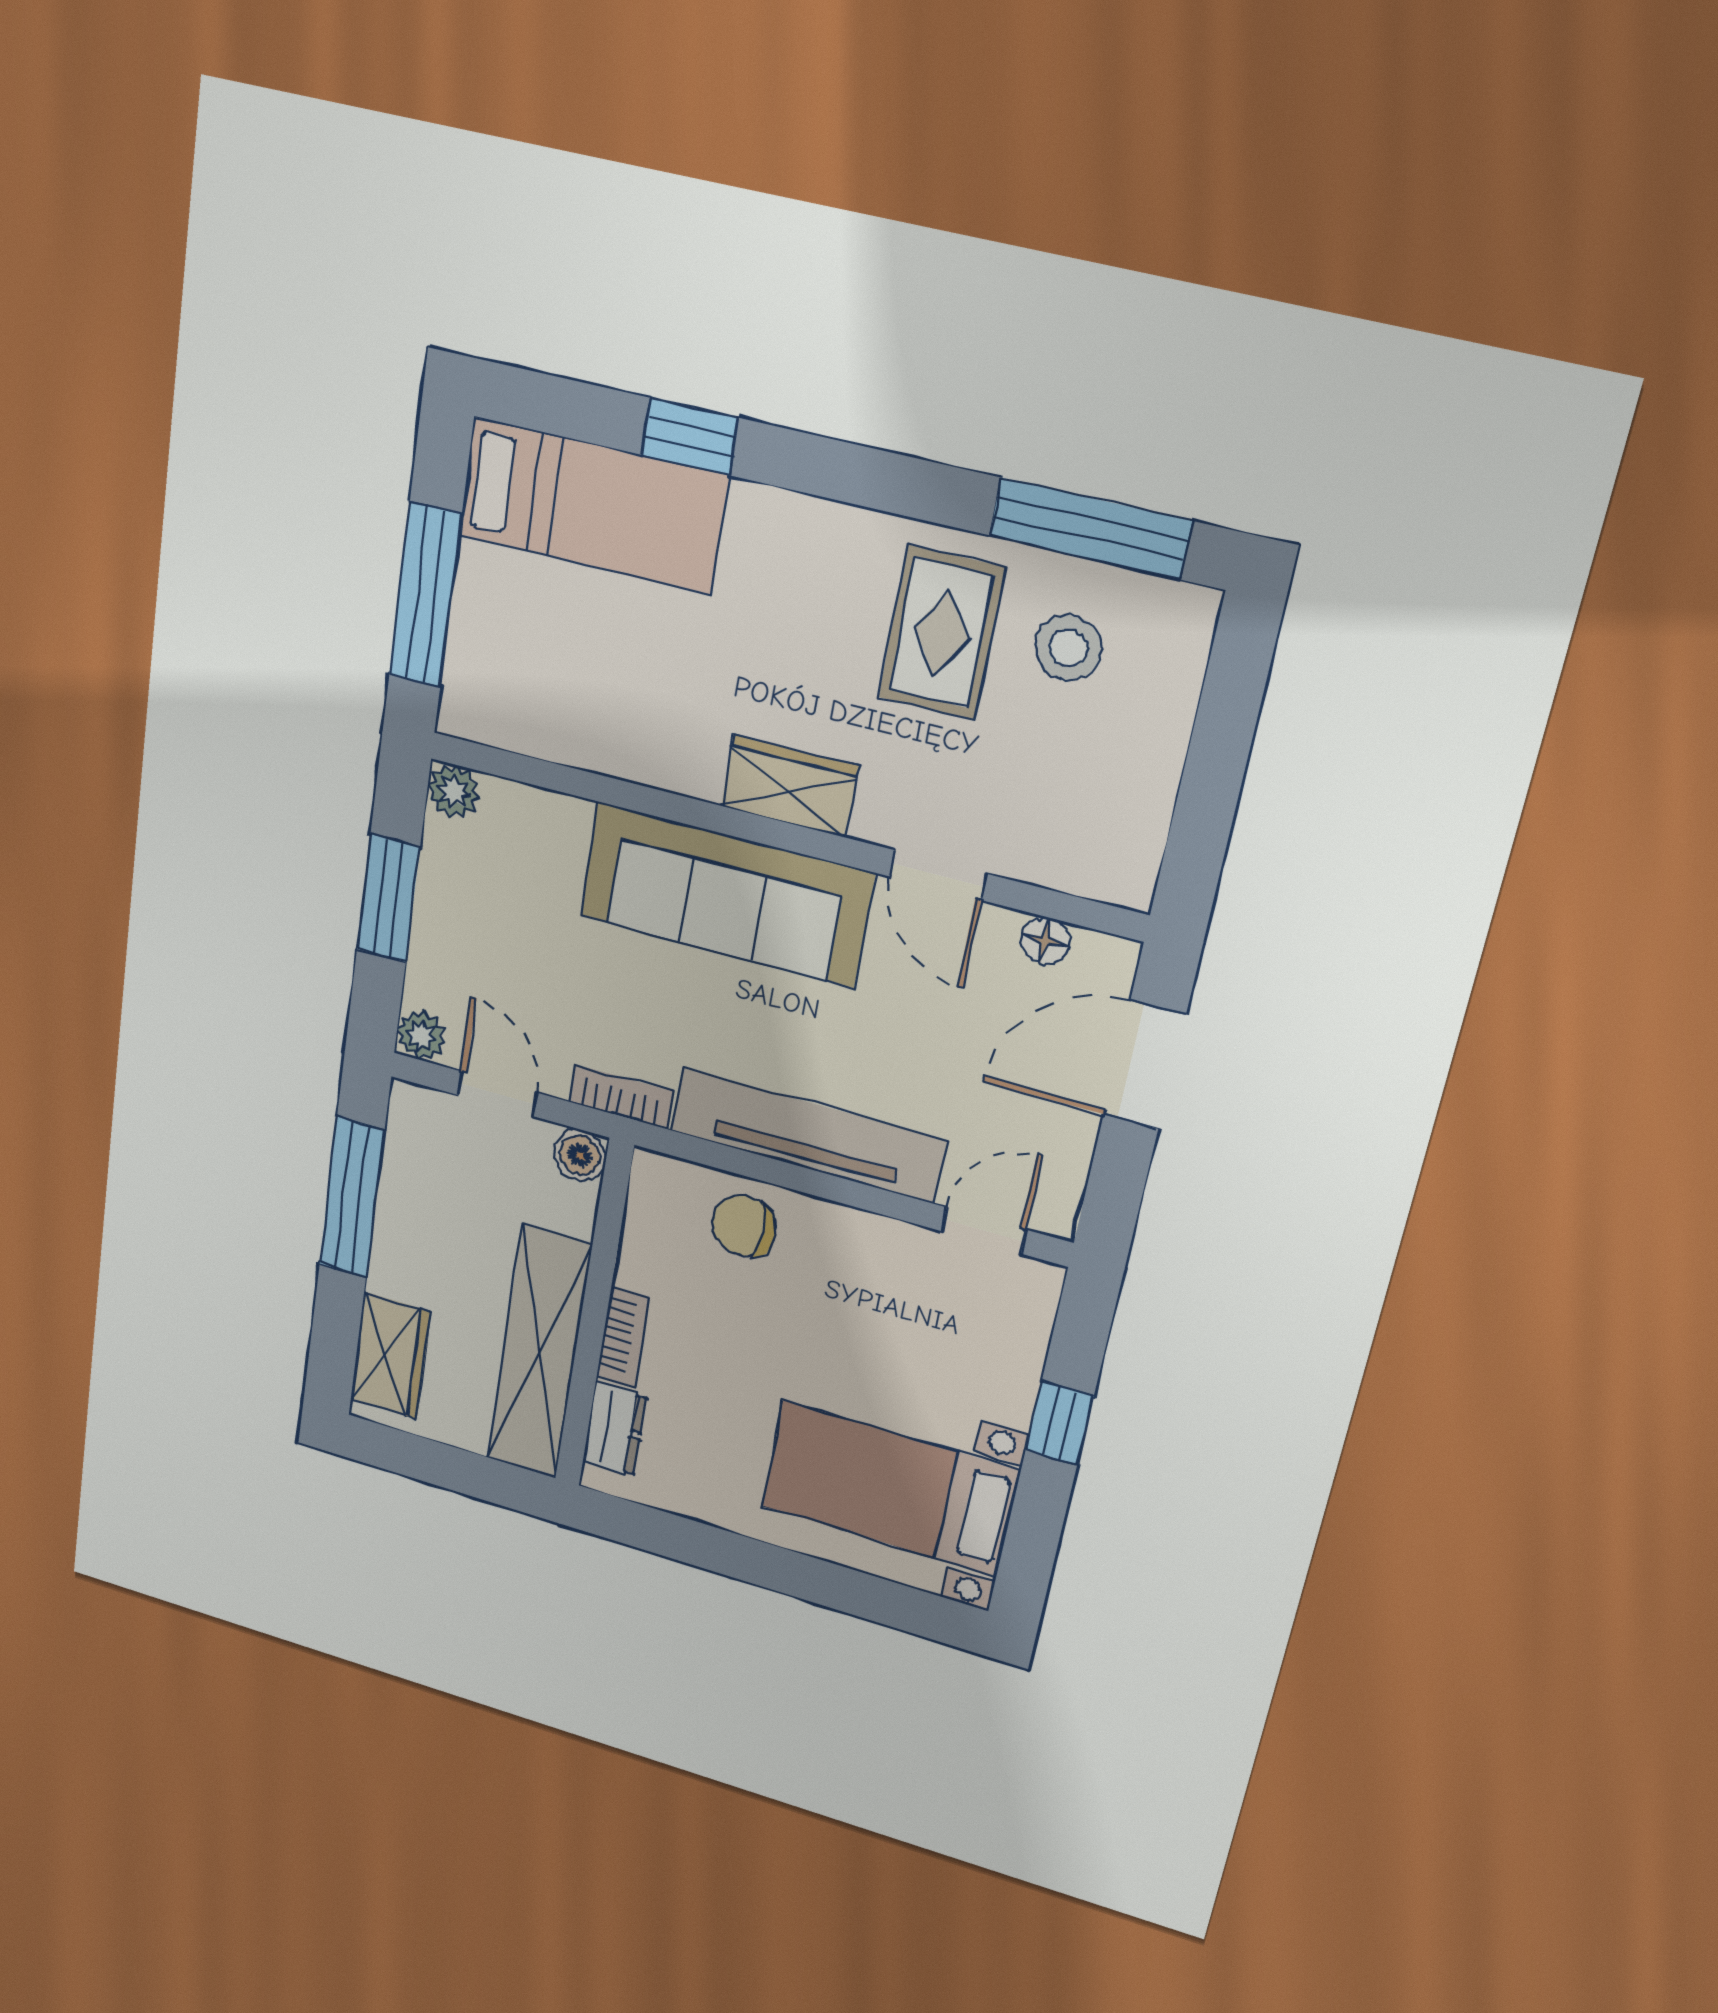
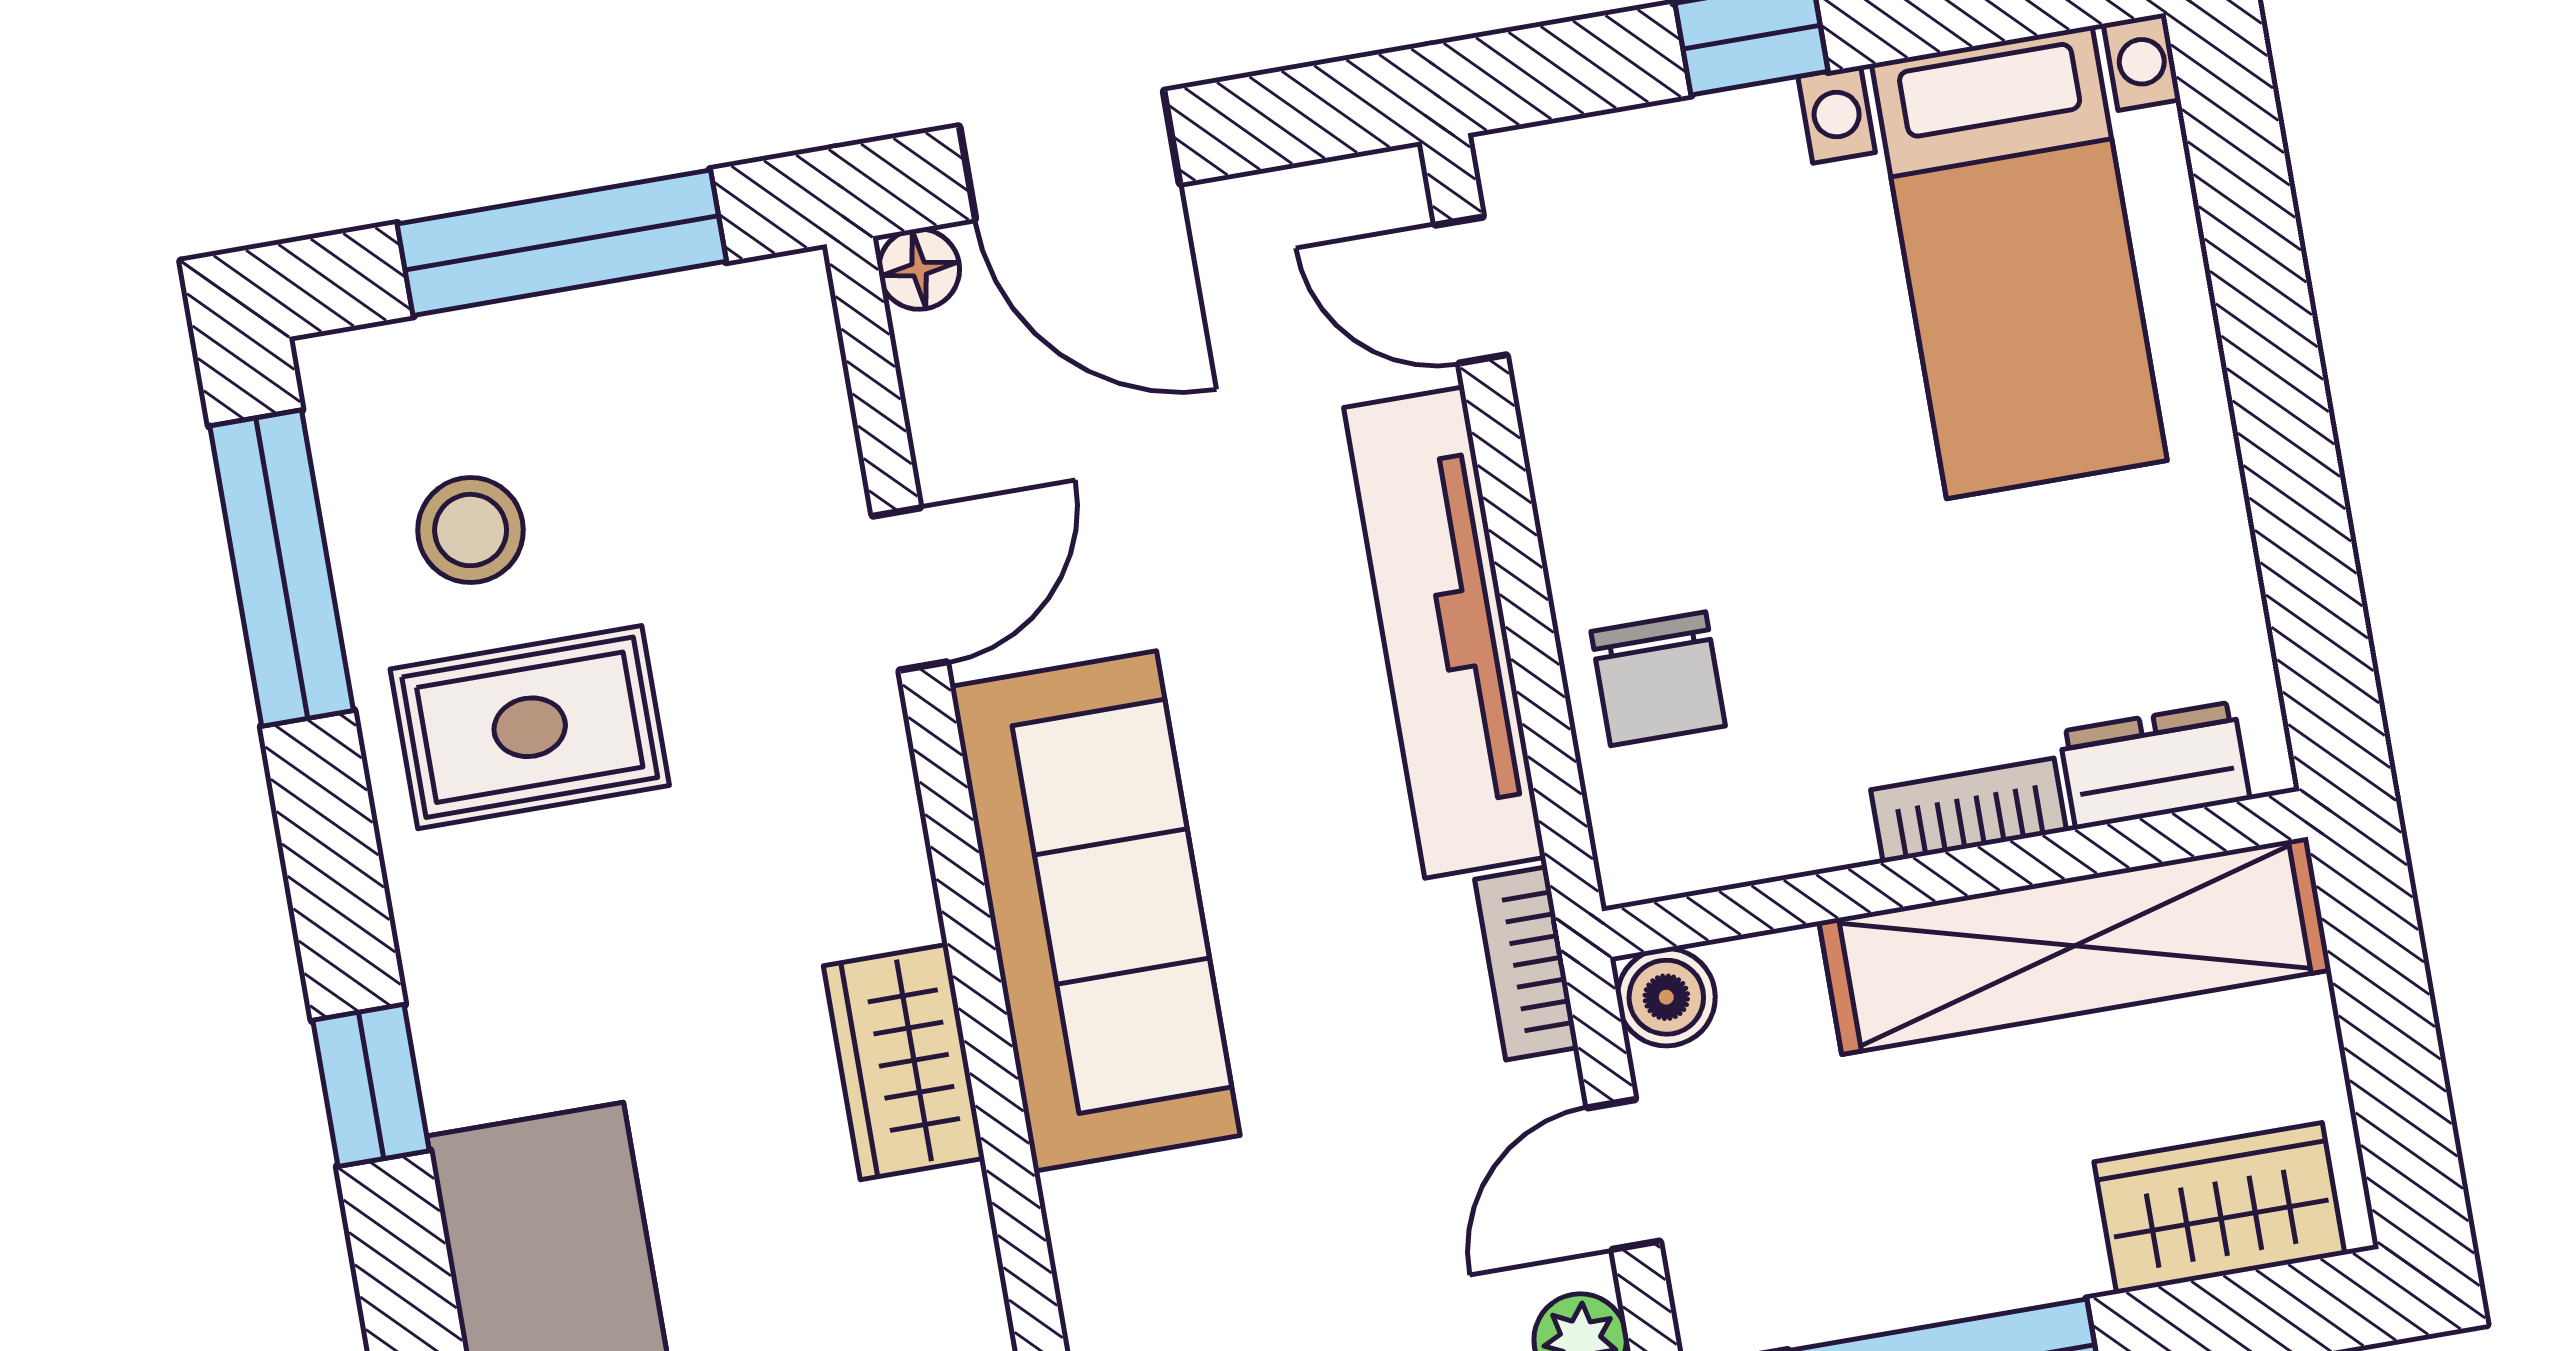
window: (690, 436) -> (371, 1085), moved
window: (1214, 771) -> (562, 243), added
wardrobe: (790, 786) -> (904, 1062), moved
floor lamp: (1045, 940) -> (919, 269), moved

